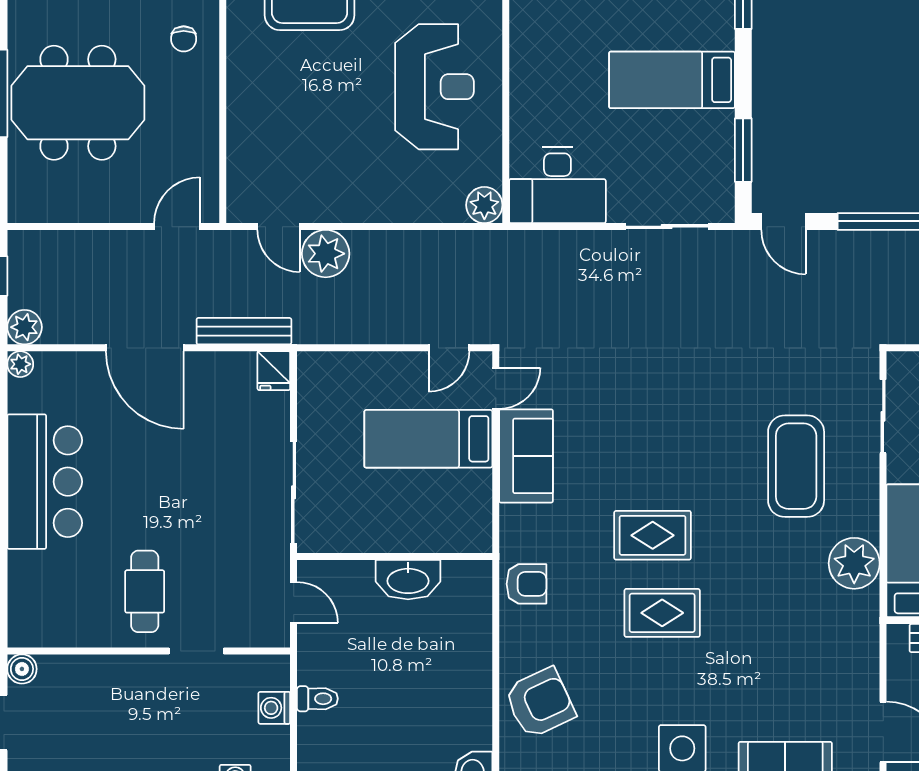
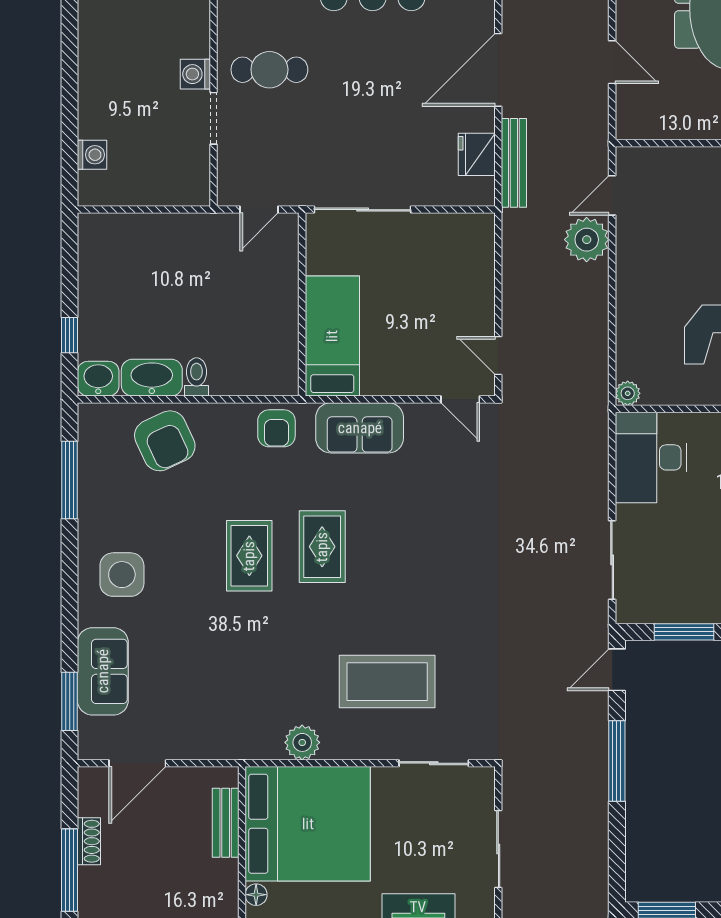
plant: (484, 205) -> (628, 393), width x0.73, depth x0.73
door: (177, 227) -> (612, 62), moved
fridge: (274, 371) -> (477, 154), moved, width x1.38
bed: (428, 439) -> (332, 336), moved
sofa: (526, 456) -> (360, 428), moved
plant: (854, 563) -> (302, 742), width x0.73, depth x0.73
washbasin: (408, 580) -> (152, 378), moved, turned 90
toilet: (317, 699) -> (197, 377), moved, turned 180
washing machine: (274, 708) -> (195, 74), moved, turned -90

